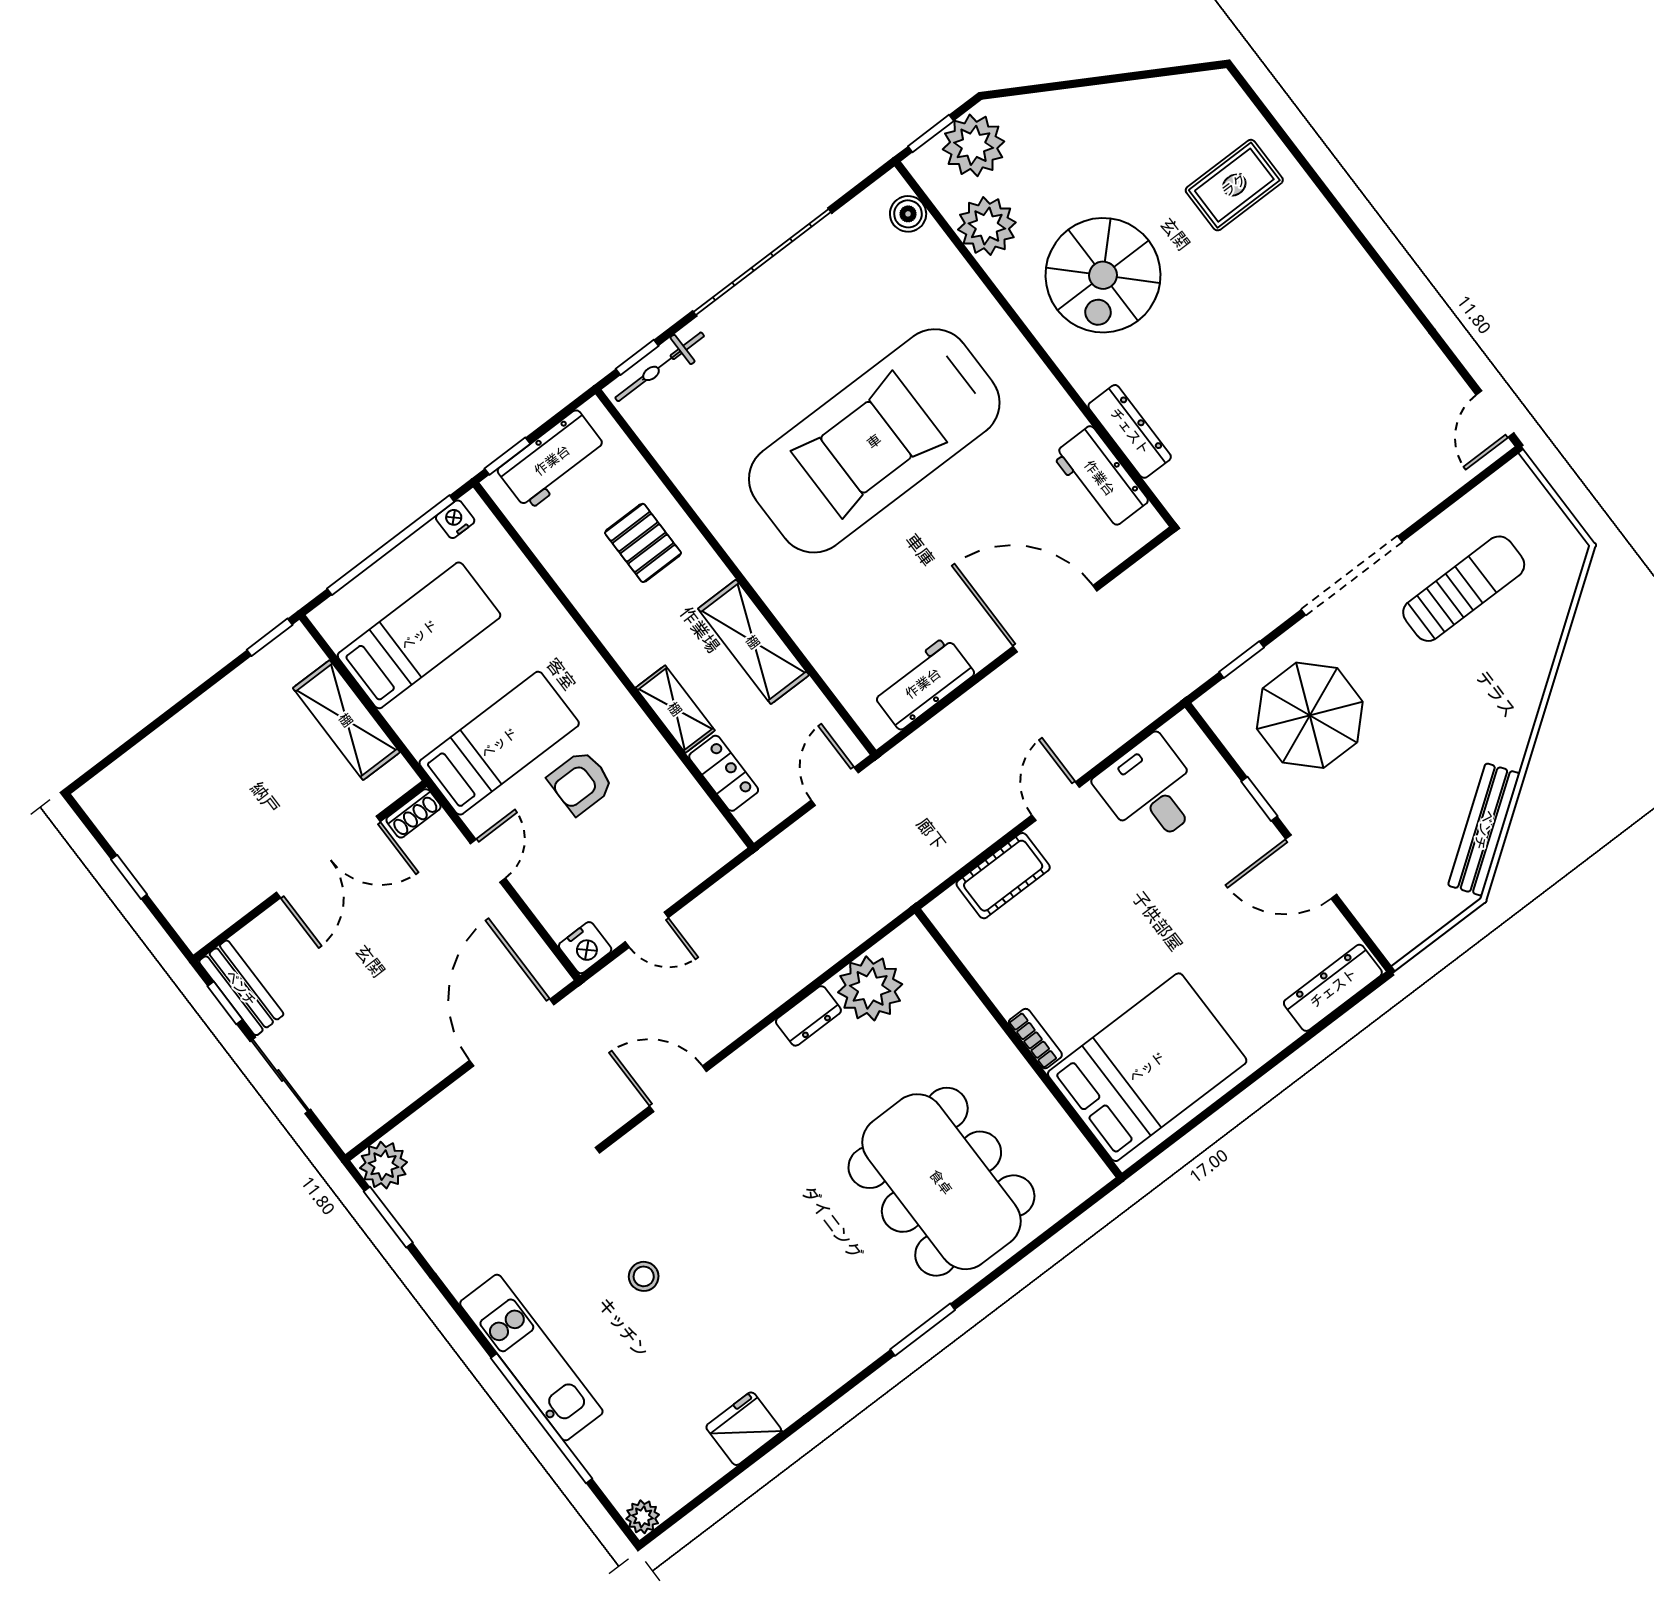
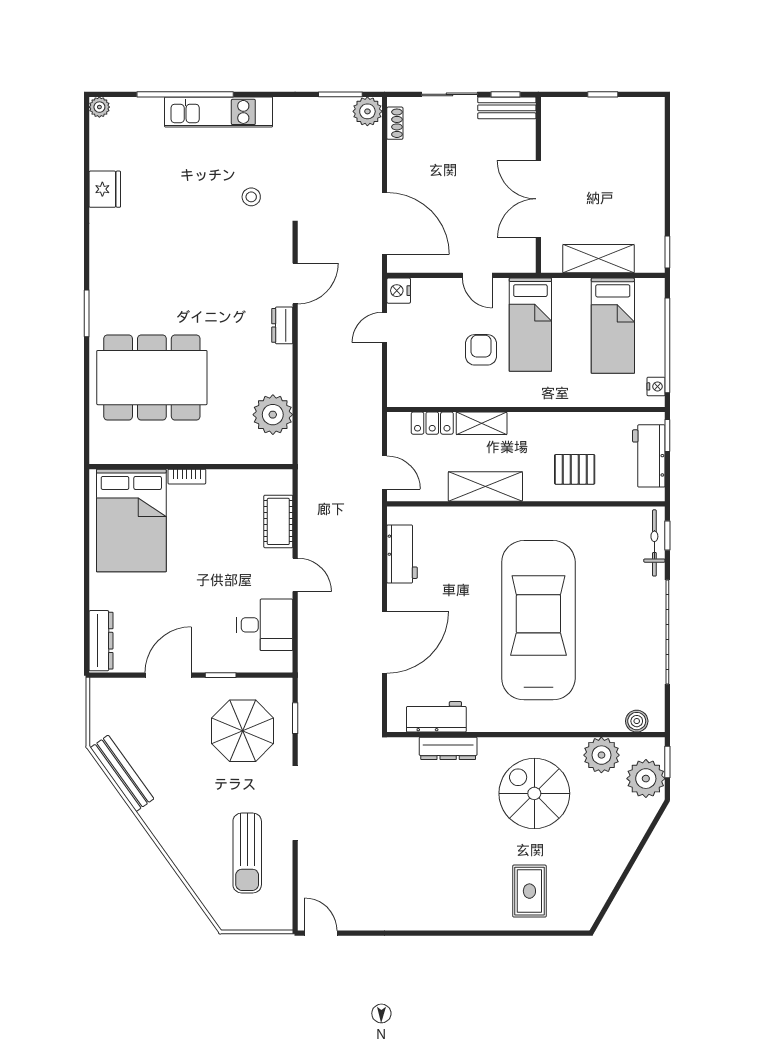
shoe rack: (413, 813) -> (395, 123), moved, turned 180
dresser: (808, 1016) -> (282, 325), moved
stool: (644, 1276) -> (251, 197), moved

